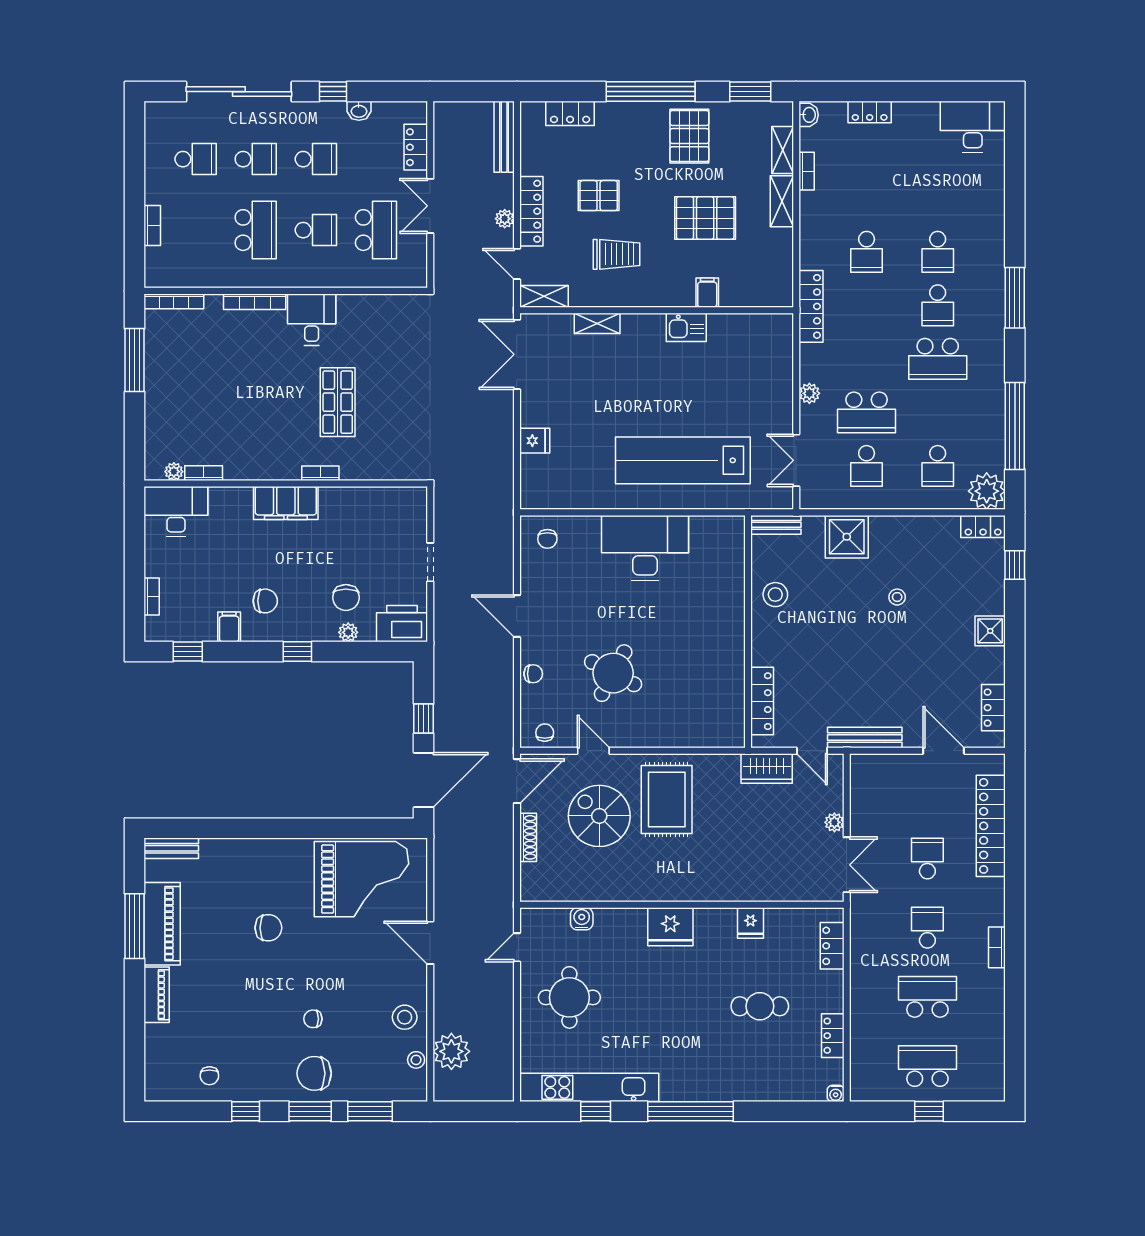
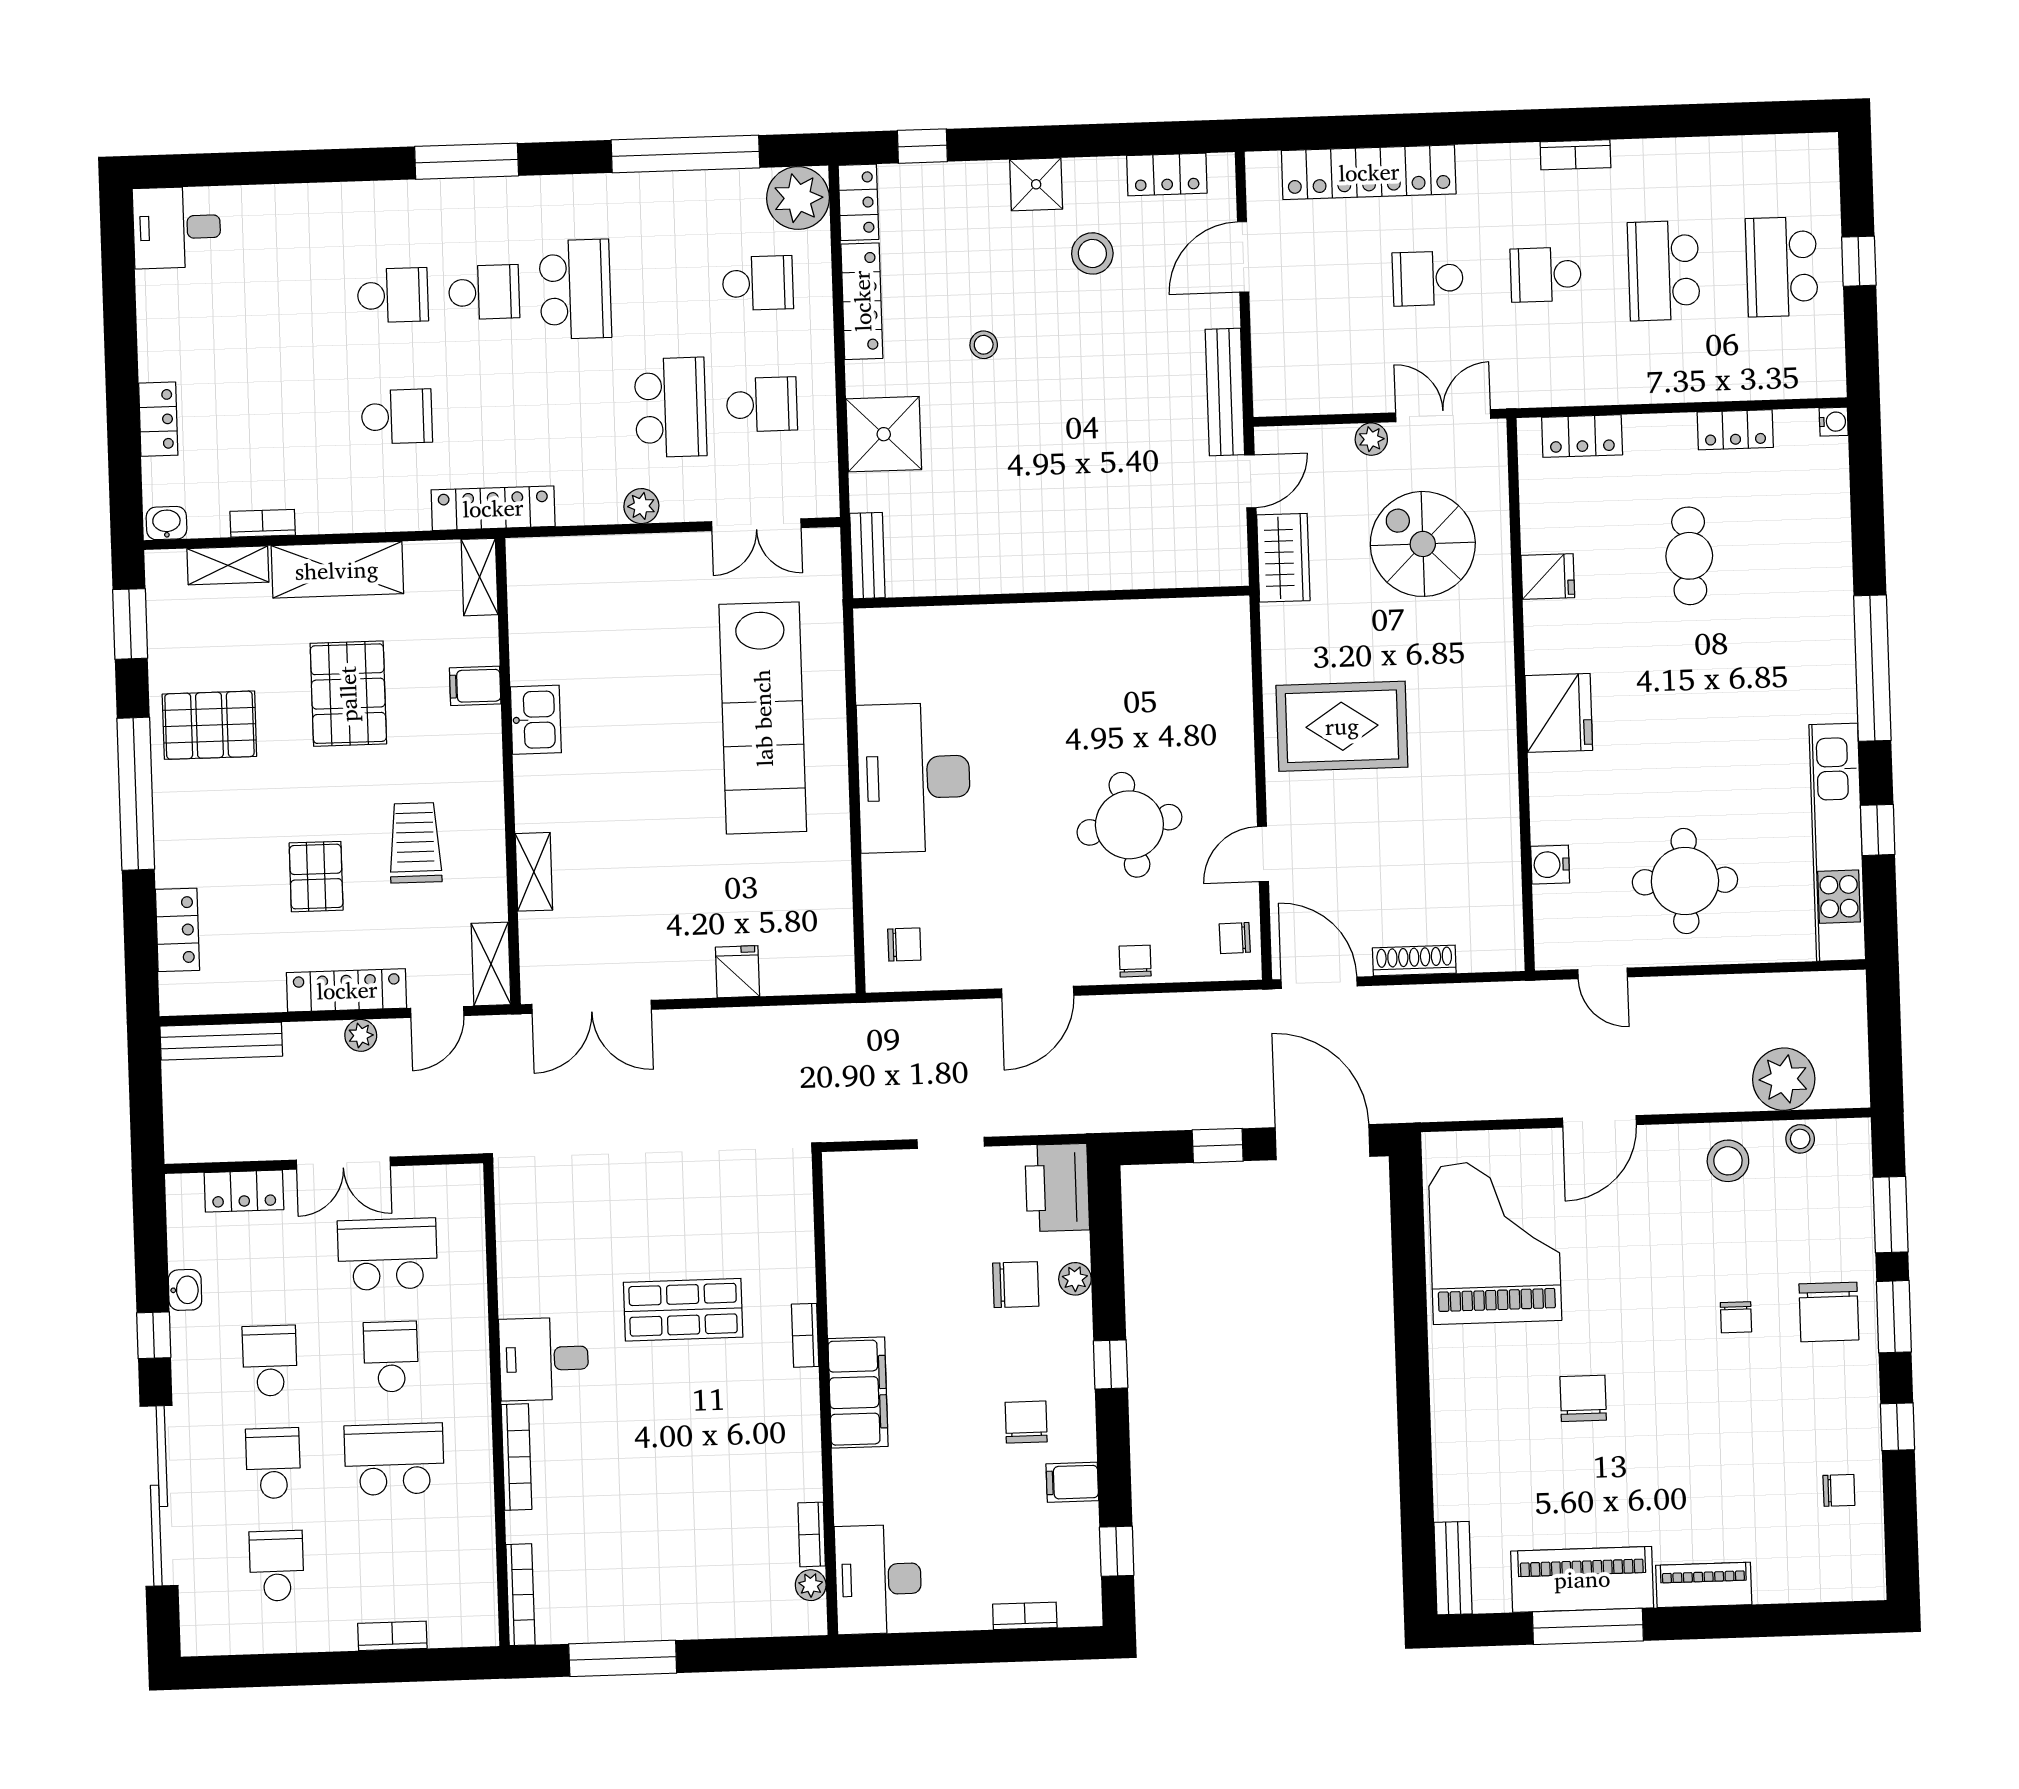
desk: (973, 127) -> (177, 227), width x0.73
shelving: (782, 201) -> (337, 570), width x1.50, depth x1.33
shelving: (771, 297) -> (480, 577), added
stool: (775, 595) -> (1092, 253), moved
round table: (613, 673) -> (1129, 825), turned -37
locker: (762, 701) -> (862, 301), moved, turned 90
spiral stairs: (599, 816) -> (1423, 544), moved, turned 90

